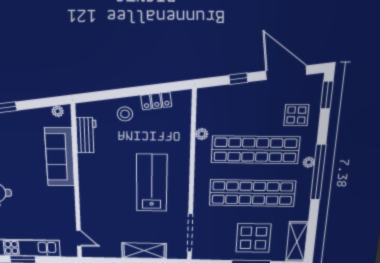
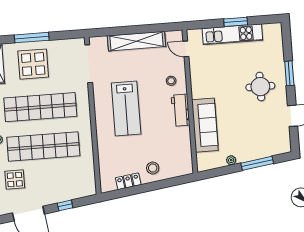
plant: (58, 111) -> (231, 160), moved
plant: (202, 134) -> (89, 156), removed
workbench: (86, 135) -> (181, 110), moved
stool: (97, 207) -> (171, 81), added
shelving: (144, 251) -> (136, 41), width x1.47

